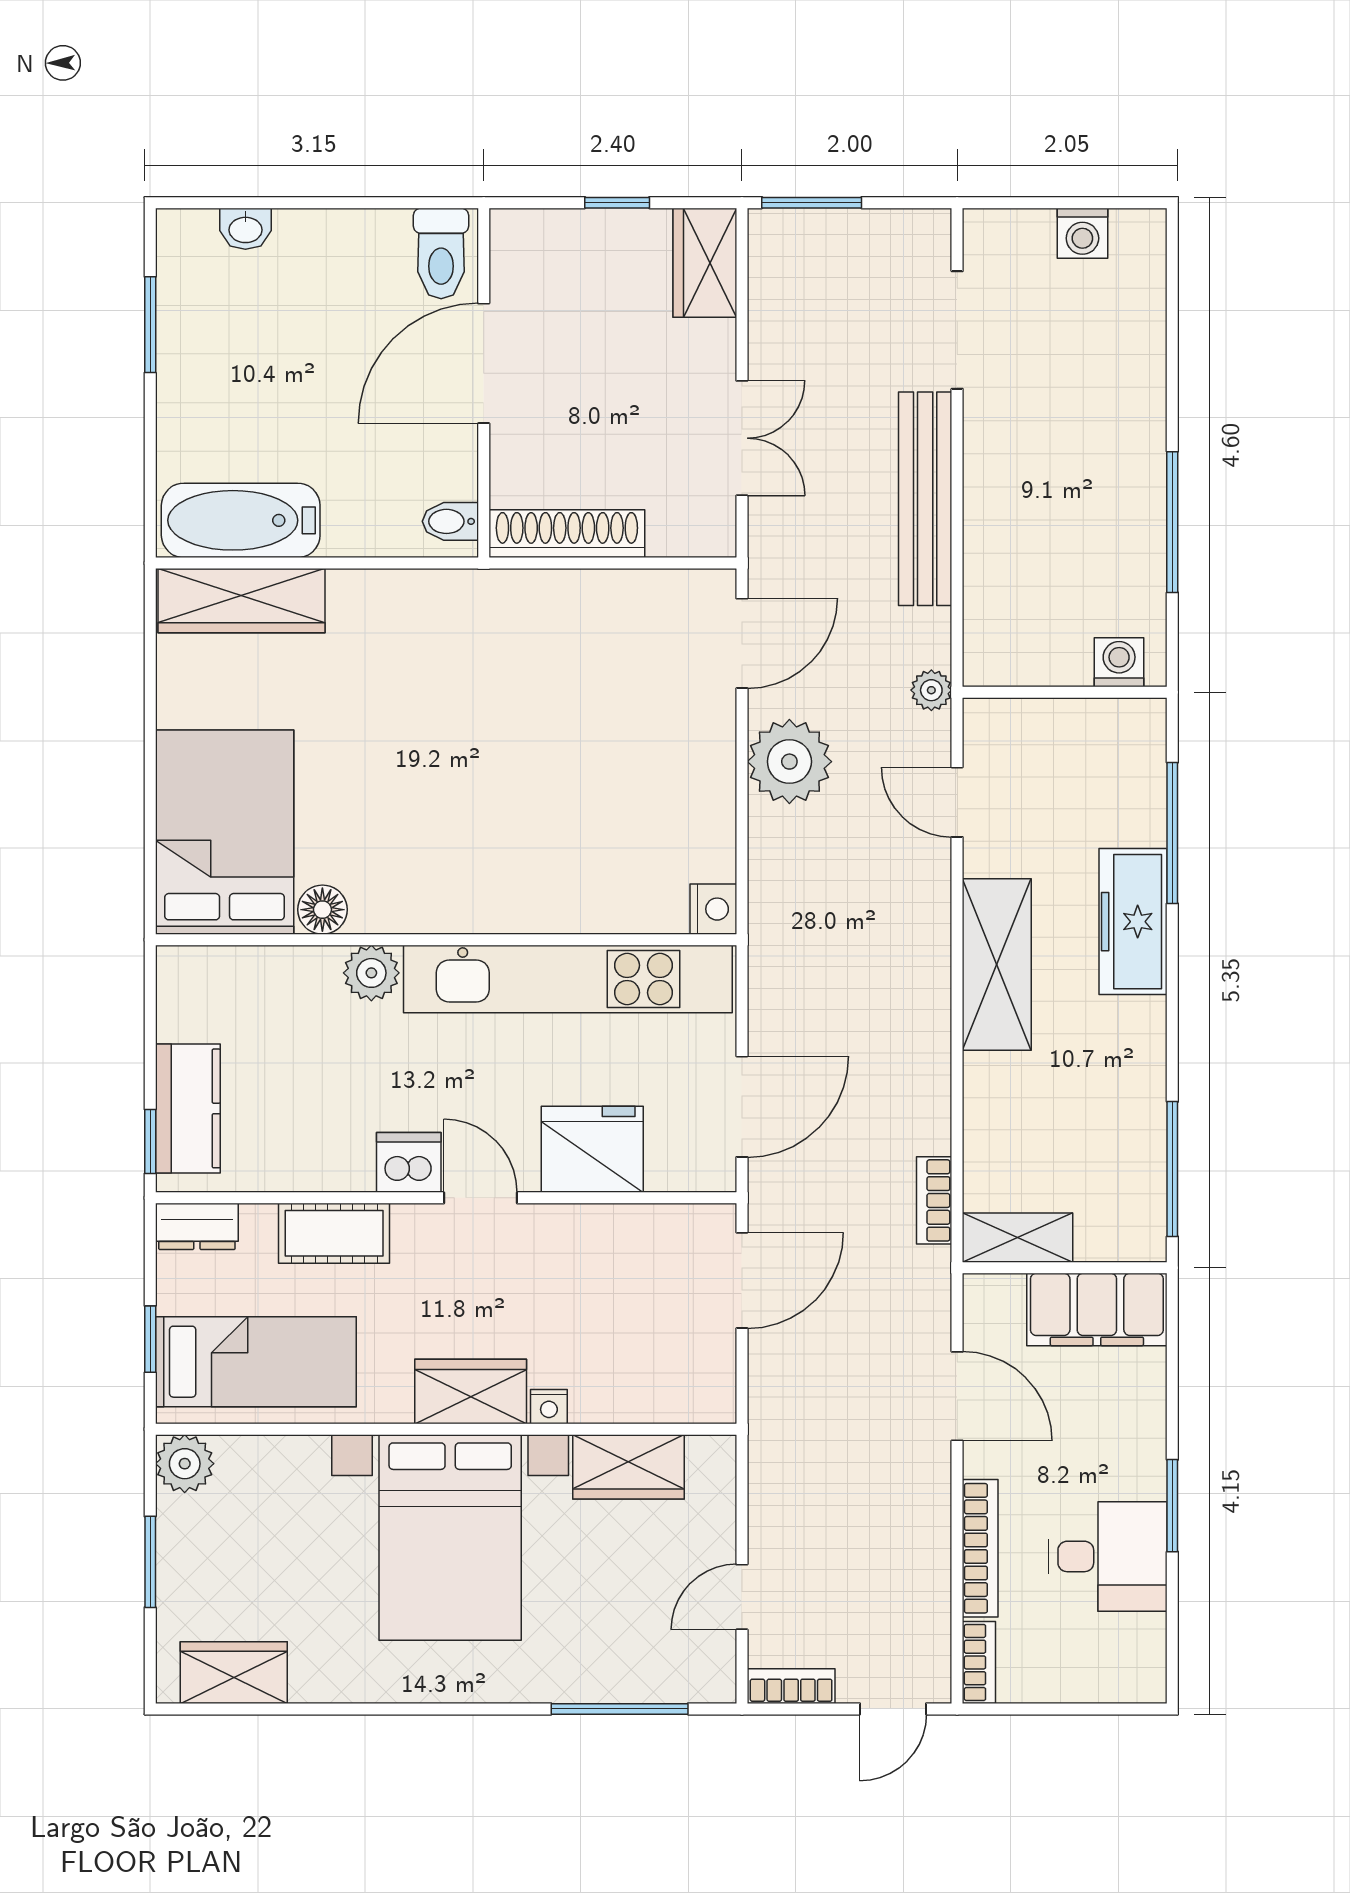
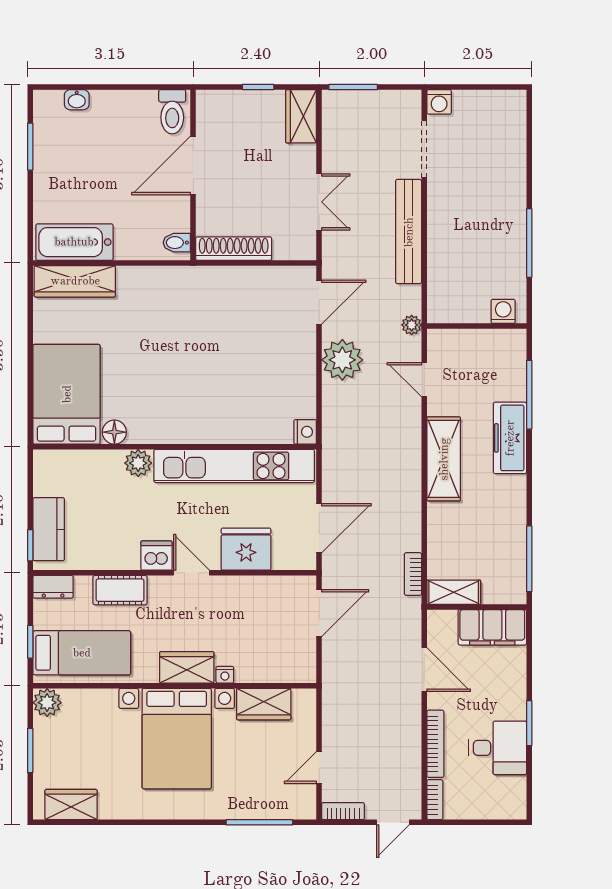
washing machine: (1082, 233) -> (439, 102), moved

